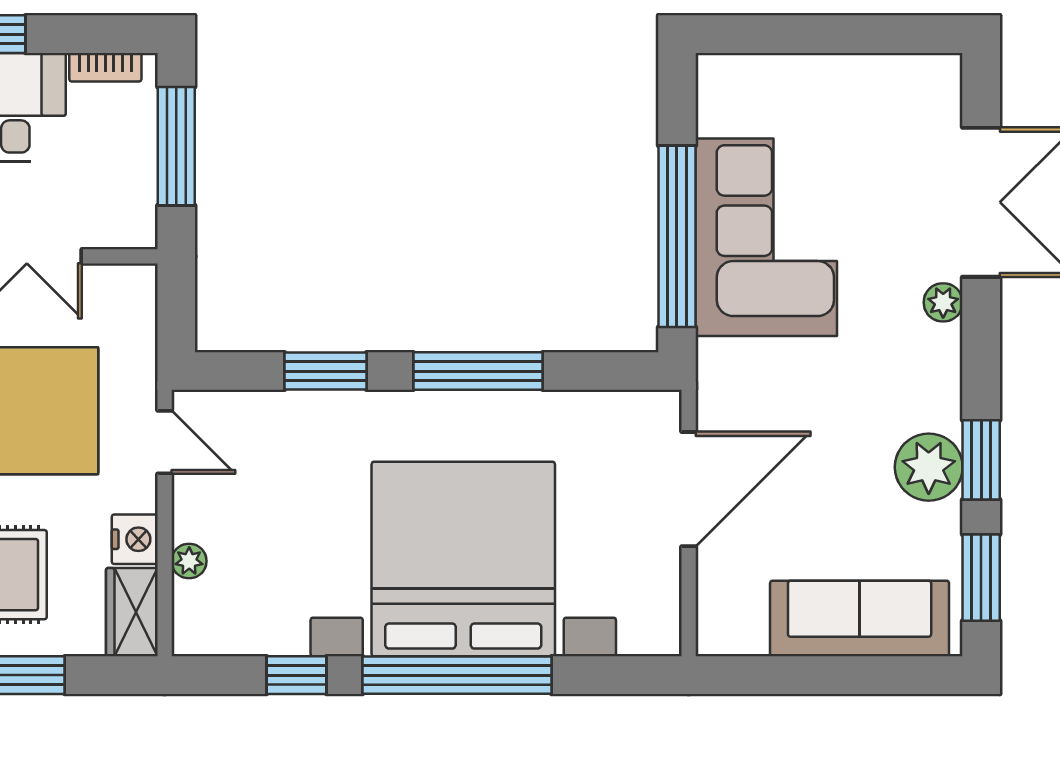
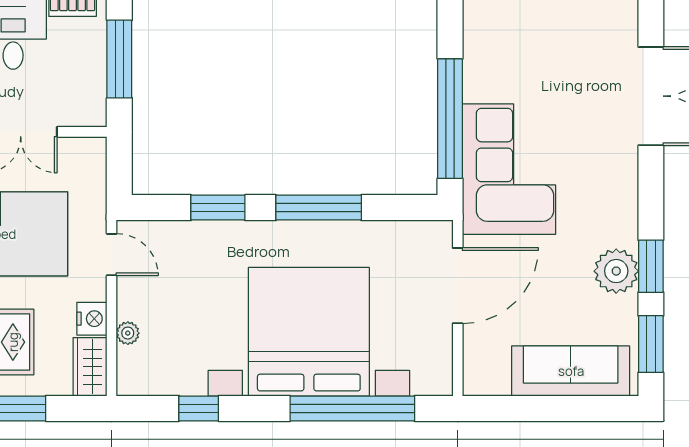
corner sofa: (766, 237) -> (509, 169), moved
plant: (943, 302) -> (626, 162), removed
window: (457, 675) -> (352, 408), moved

